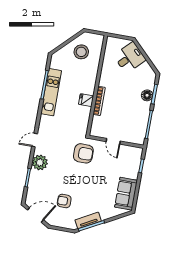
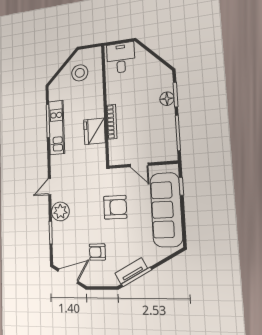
desk: (130, 58) -> (121, 58), moved, turned -45
fridge: (86, 100) -> (94, 131), width x1.88, depth x1.34
armchair: (83, 153) -> (115, 207), moved
sofa: (126, 194) -> (166, 210), width x1.85, depth x1.27

